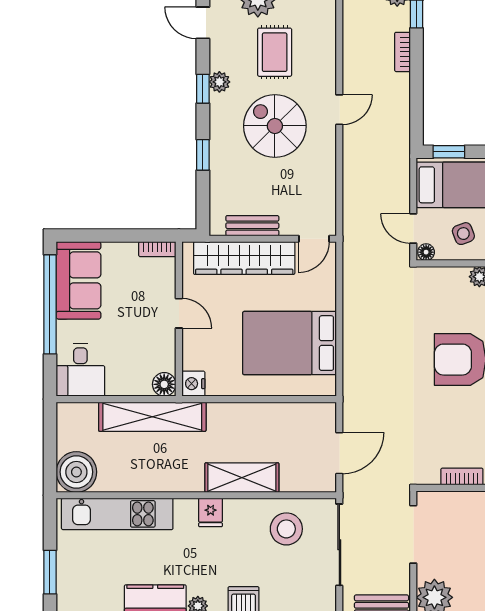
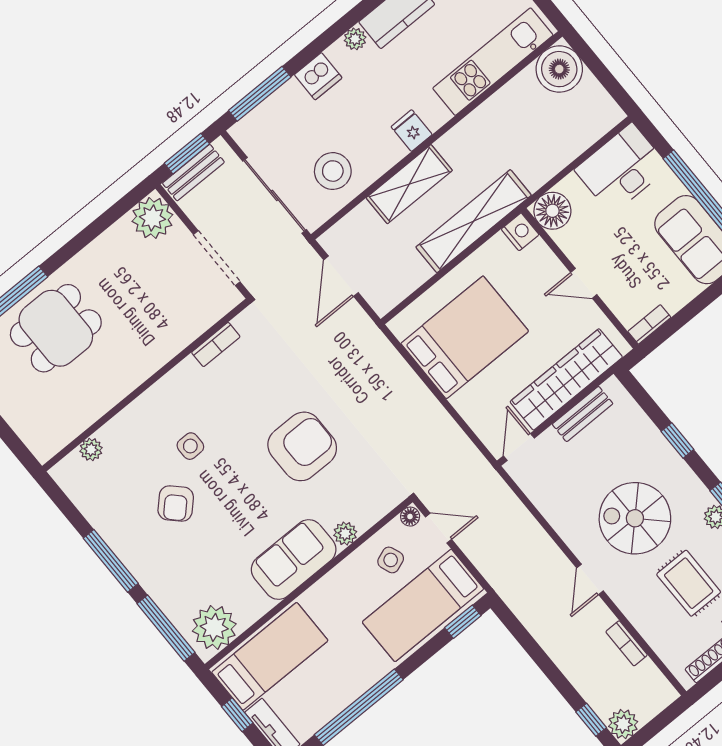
bookcase: (402, 52) -> (627, 643), moved, turned 180
spiral stairs: (275, 126) -> (635, 518), turned 180
desk: (80, 370) -> (622, 169), width x1.37
floor lamp: (164, 384) -> (552, 211), width x1.38, depth x1.38
shelving: (152, 417) -> (474, 221), moved

